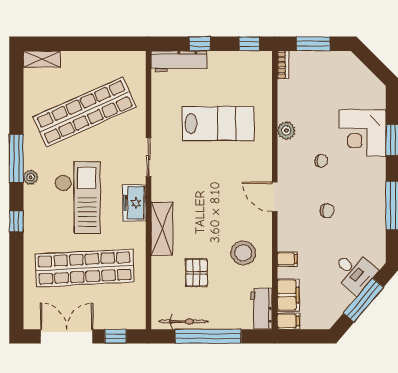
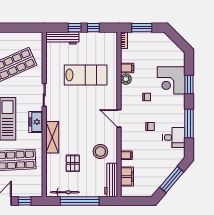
window: (249, 44) -> (93, 28), moved
desk: (354, 272) -> (174, 137), moved, turned -40
workbench: (261, 309) -> (111, 180), width x1.38
filing cabinet: (288, 321) -> (127, 68), moved

